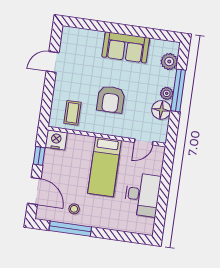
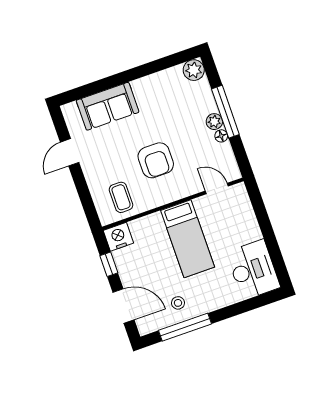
sofa: (126, 47) -> (108, 106), moved
plant: (169, 61) -> (194, 70), moved
floor lamp: (161, 110) -> (221, 136), width x0.53, depth x0.53
door: (144, 142) -> (217, 189), swing flipped
desk: (142, 195) -> (253, 270), moved

